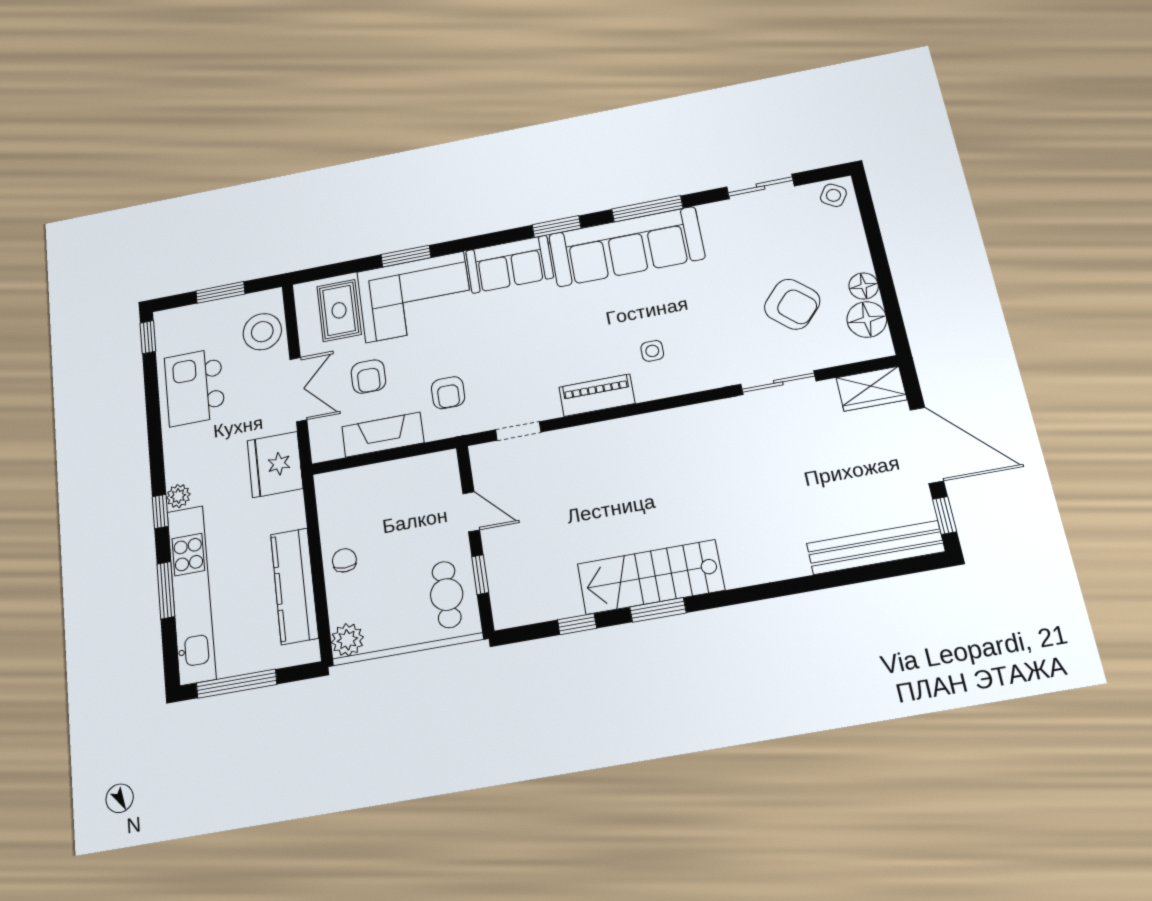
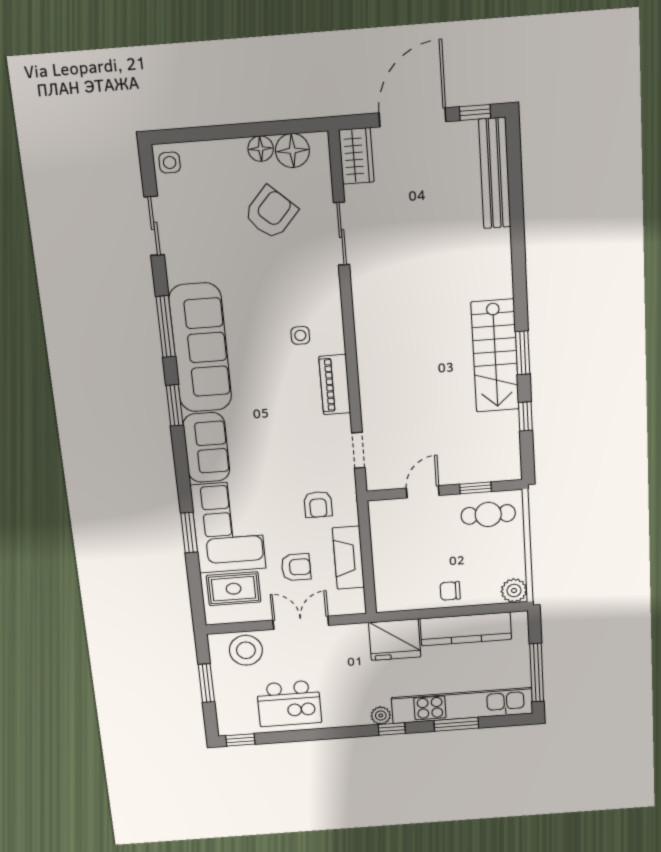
side table: (833, 195) -> (170, 163), turned -33
armchair: (448, 393) -> (318, 504), turned 90
fridge: (275, 464) -> (395, 640), moved

